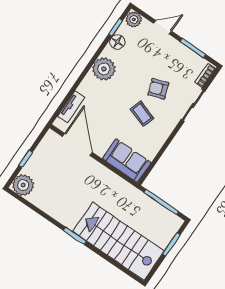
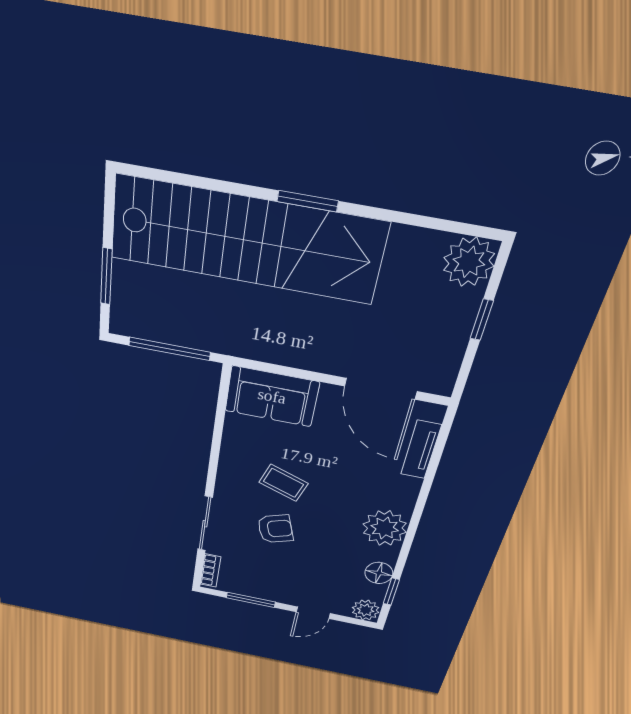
stairs: (118, 241) -> (246, 240), width x1.36

